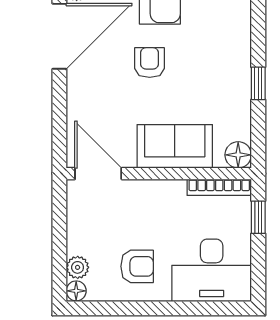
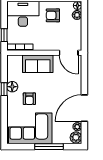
armchair: (150, 63) -> (29, 99), moved
floor lamp: (238, 155) -> (12, 87), moved

